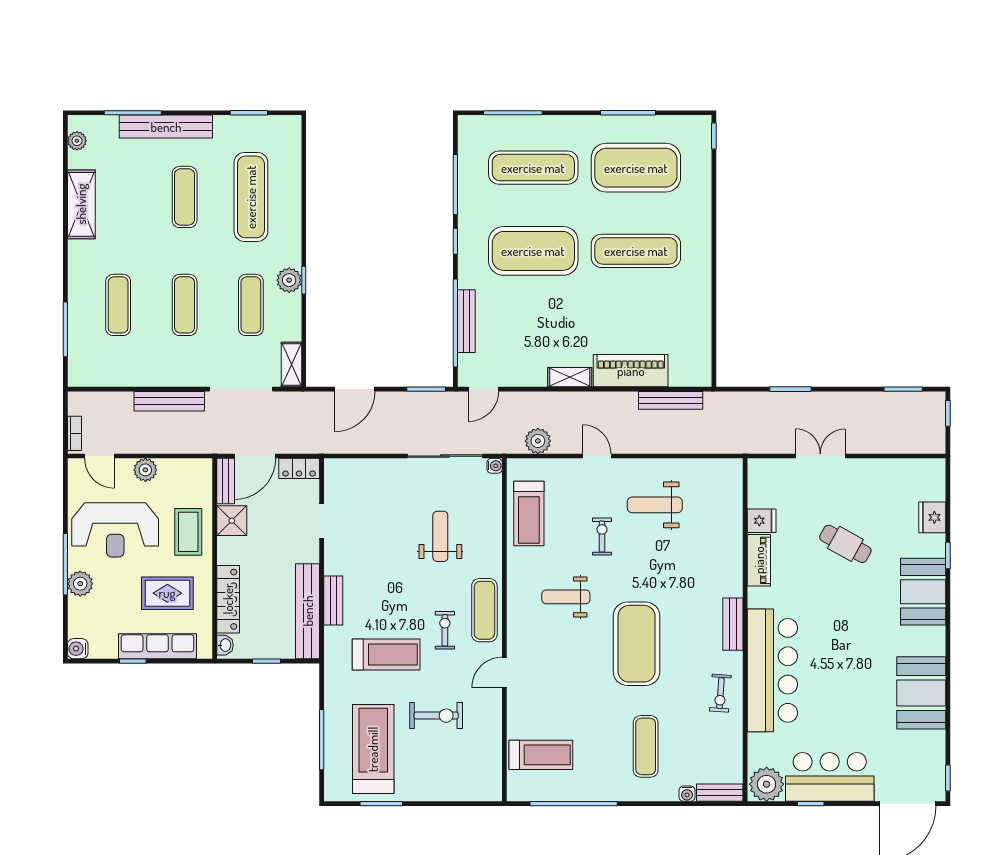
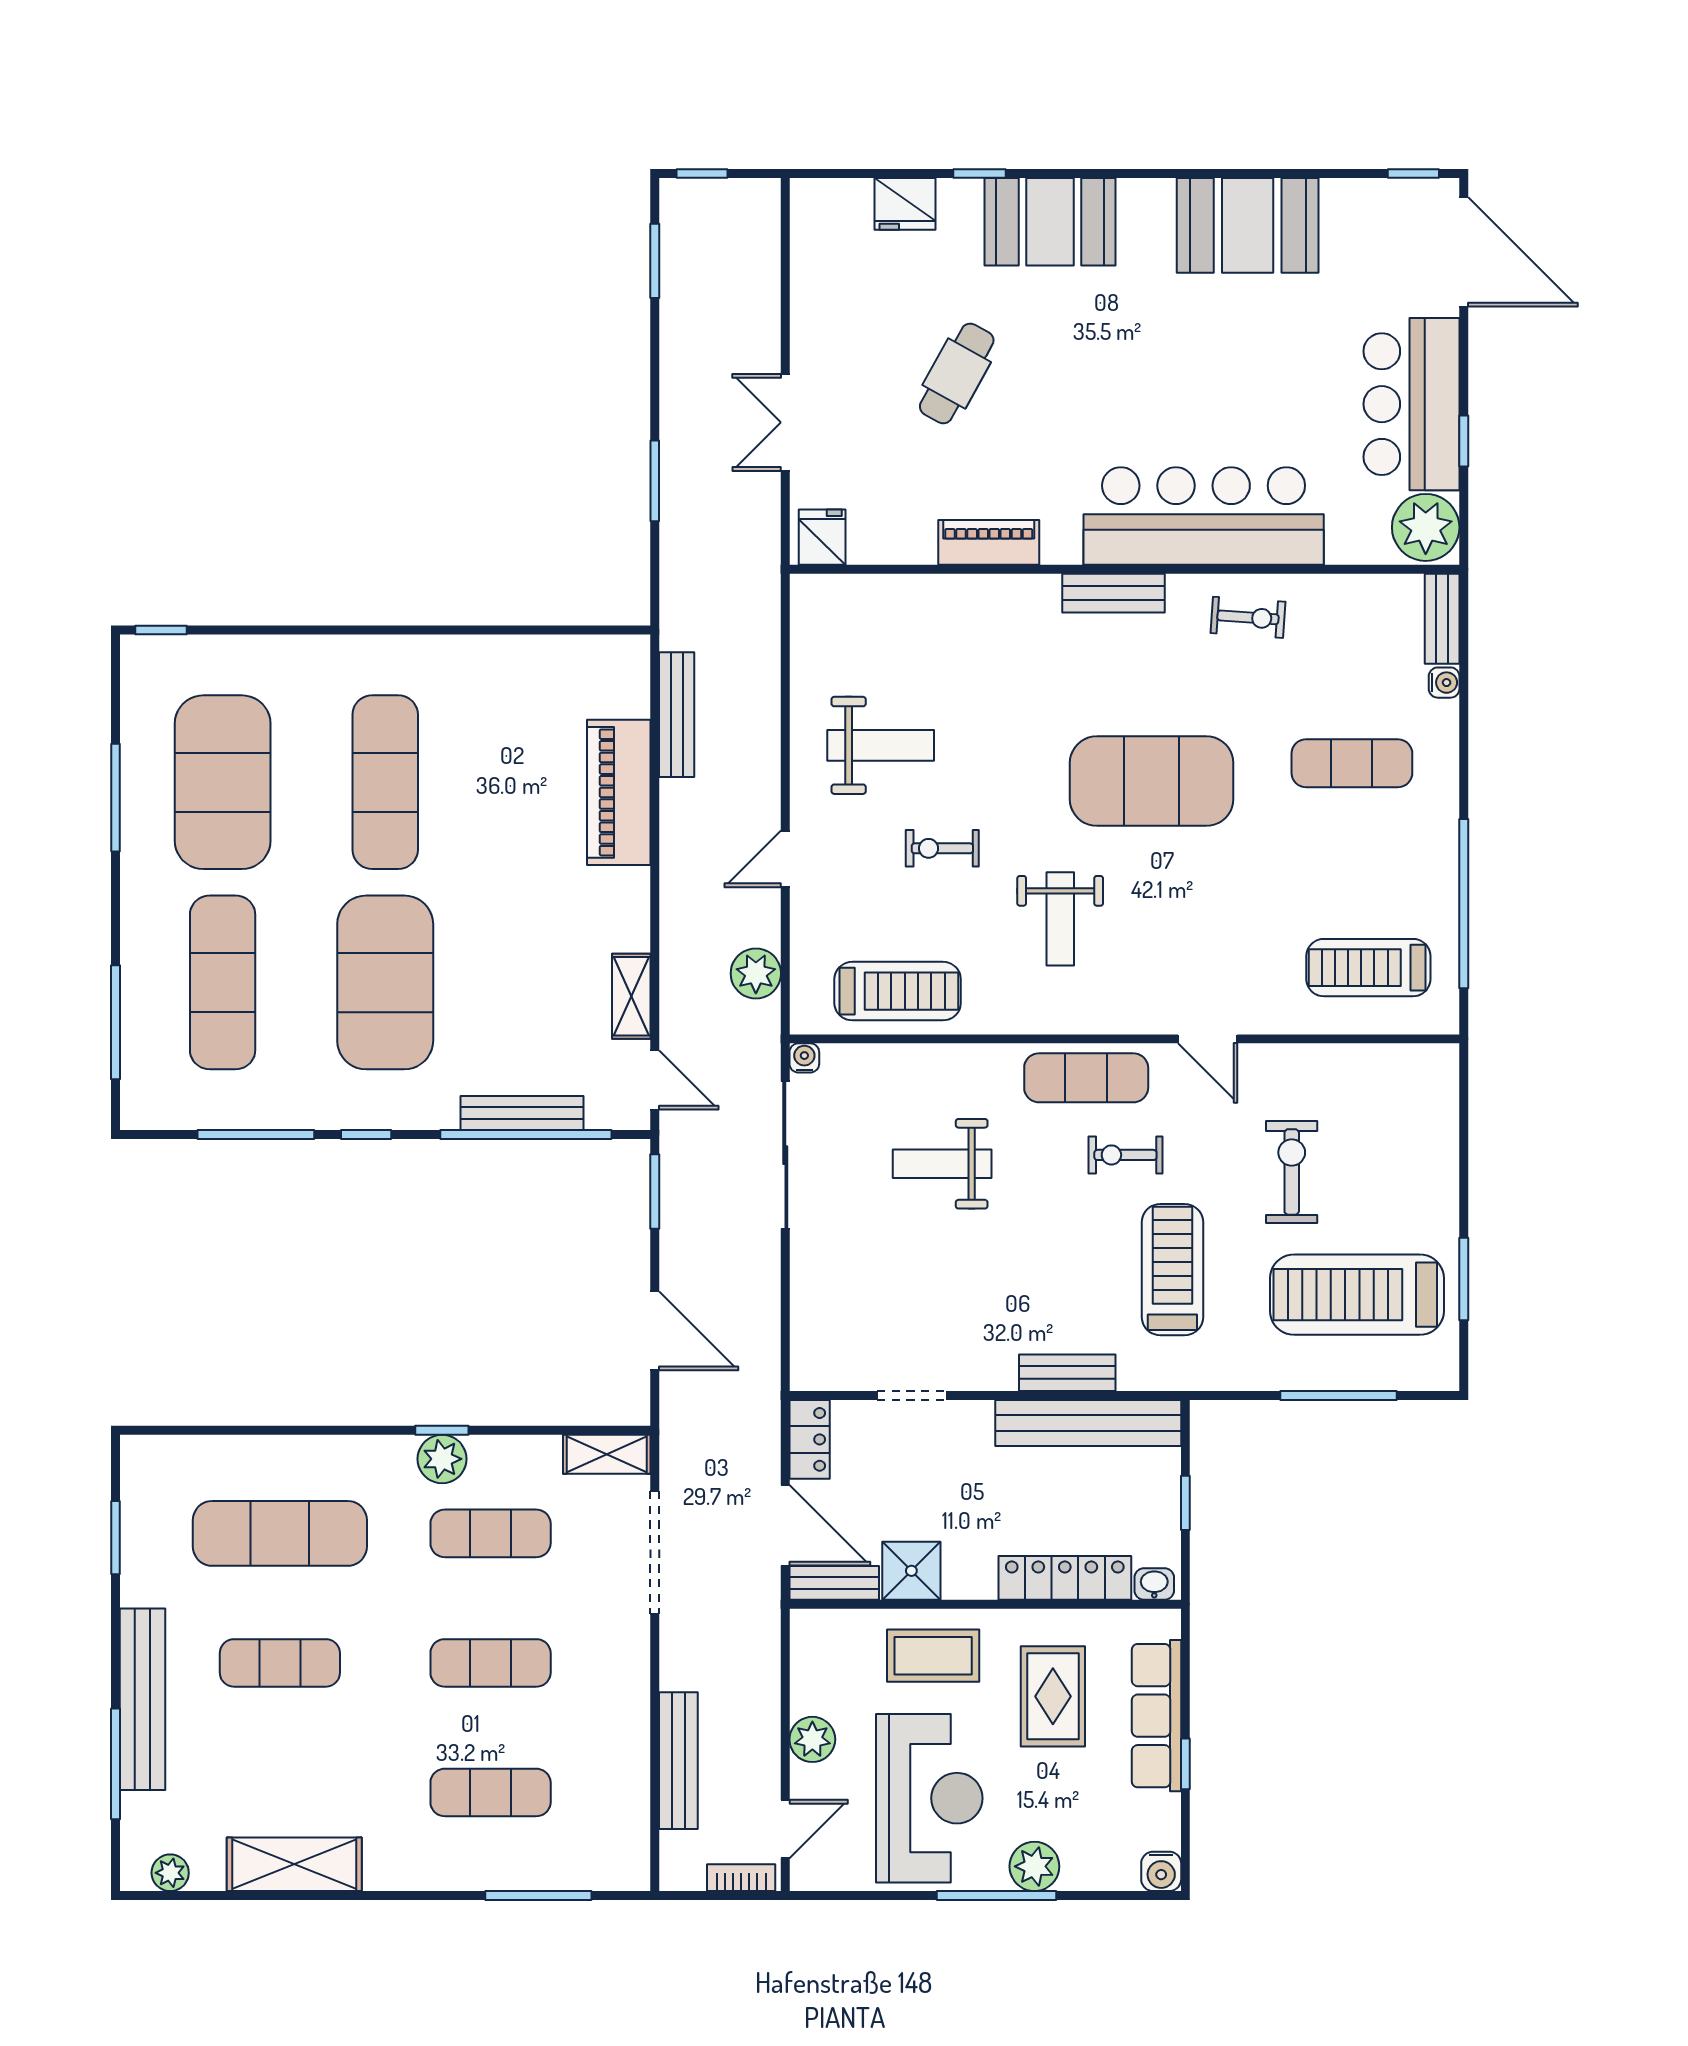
shelving: (570, 377) -> (631, 996), moved
bench: (169, 401) -> (678, 1761), moved
weight bench: (655, 505) -> (881, 745), turned -90
fridge: (762, 521) -> (822, 537), moved
treadmill: (541, 755) -> (1368, 968), turned -90

